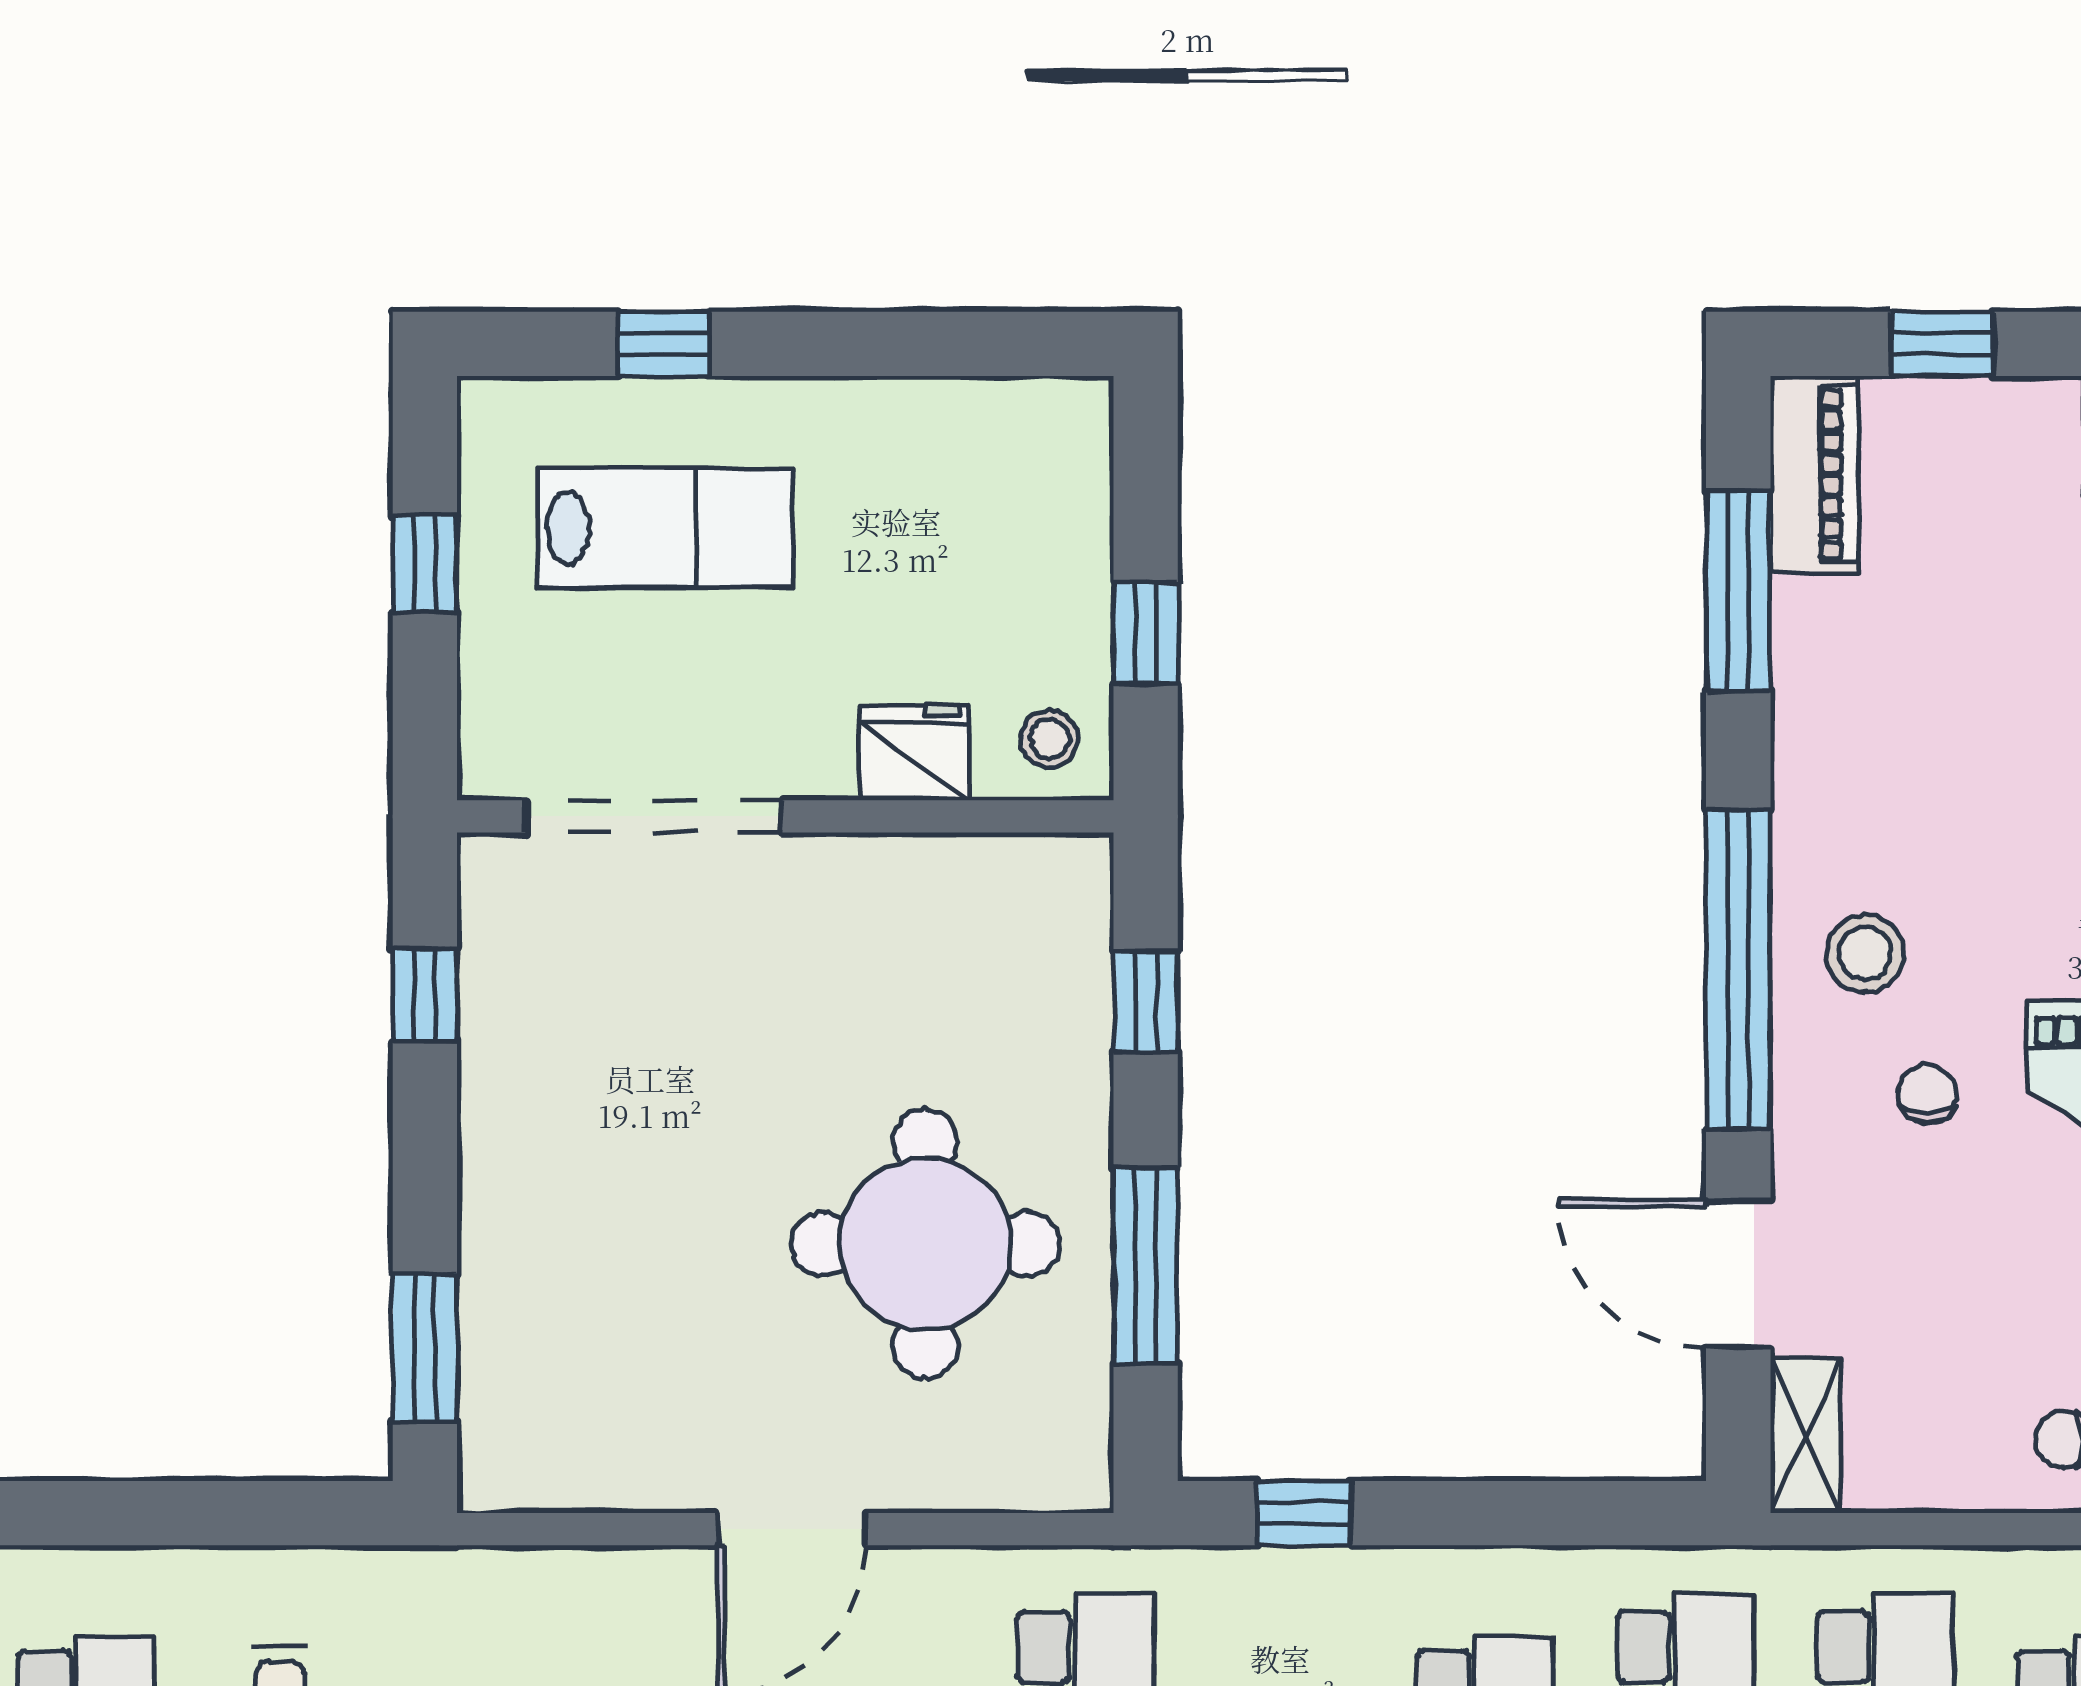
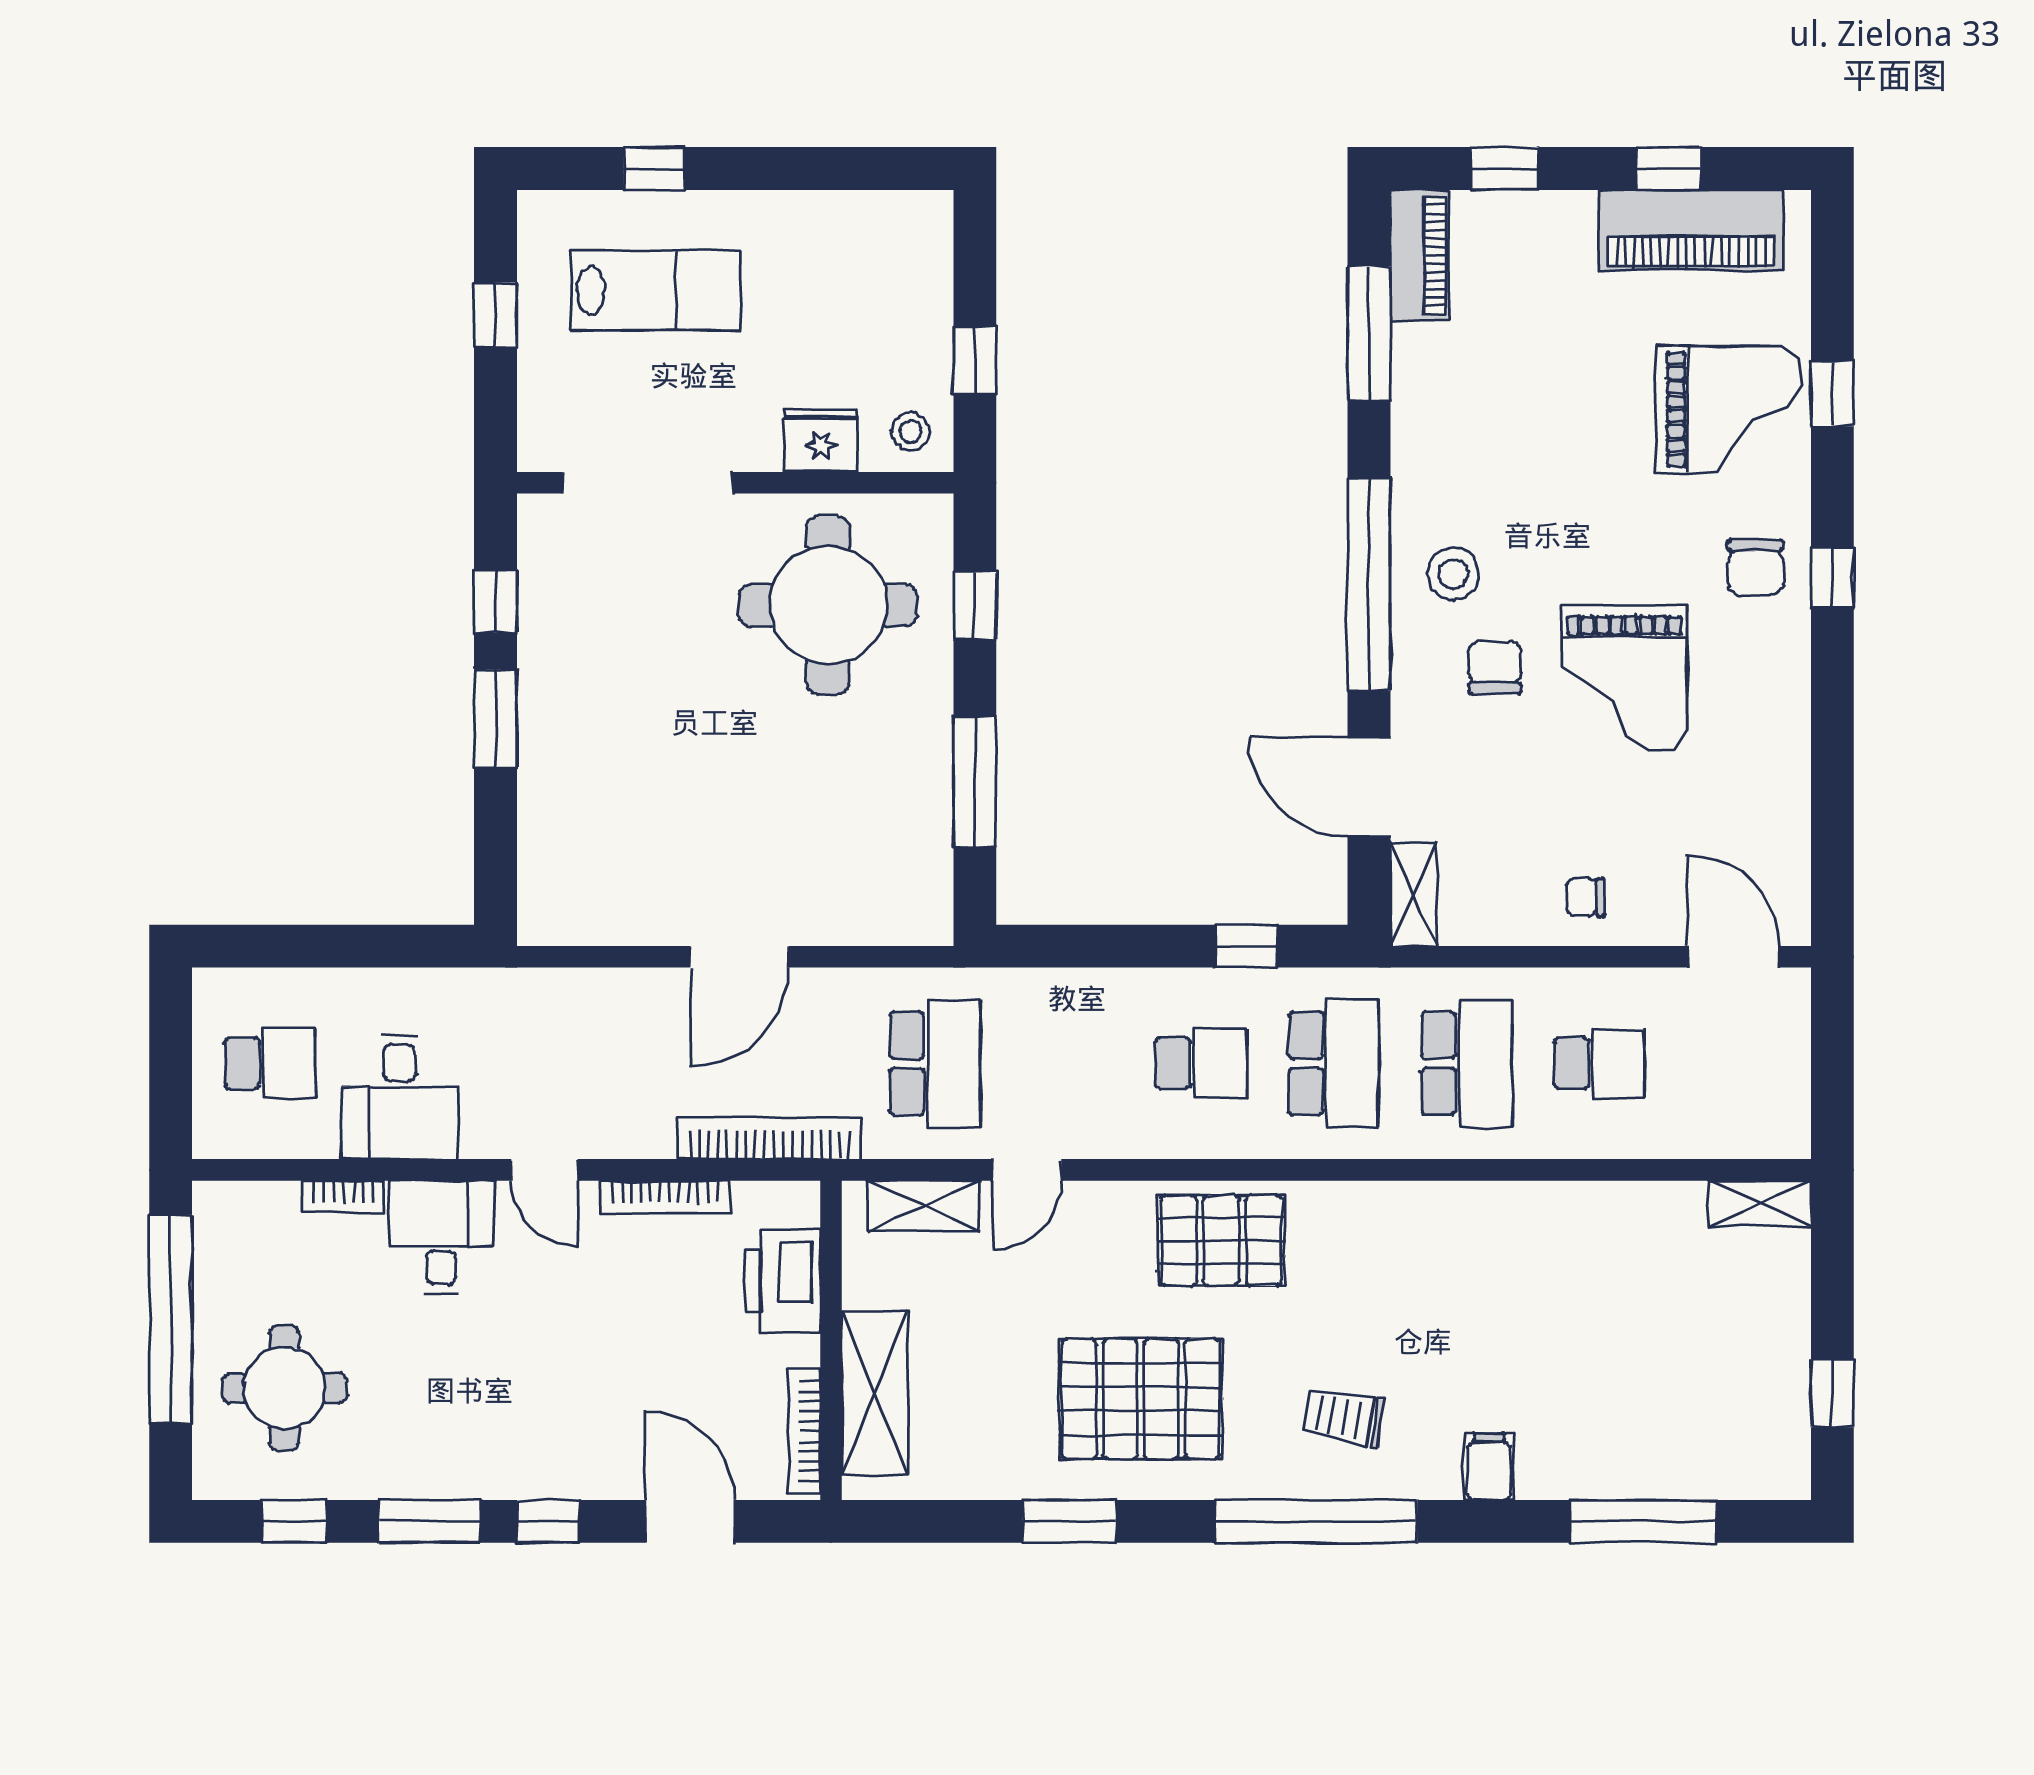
chair: (1928, 1094) -> (1495, 667), width x1.37, depth x1.37
round table: (925, 1244) -> (828, 605), moved
window: (425, 1347) -> (495, 718), moved
window: (1304, 1513) -> (1246, 946), moved

